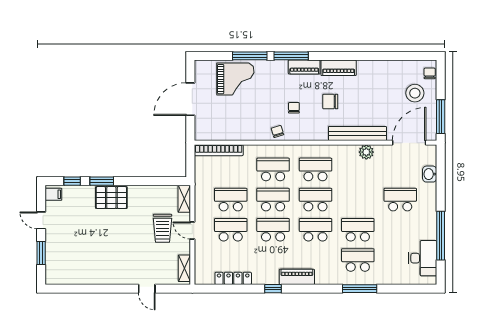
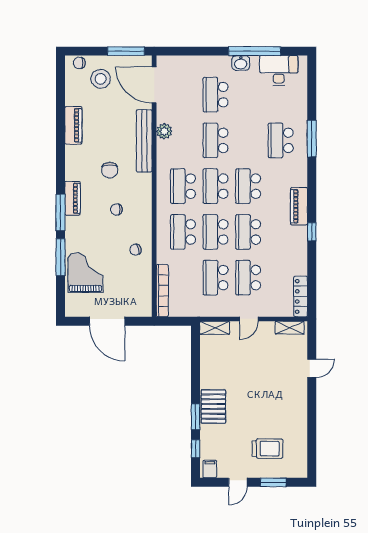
piano: (339, 68) -> (73, 125), moved
chair: (277, 131) -> (135, 250), moved
washbasin: (430, 174) -> (241, 63), moved
trolley: (163, 228) -> (267, 449), moved
school desk: (358, 230) -> (216, 140), moved
locker: (233, 278) -> (301, 296), moved

